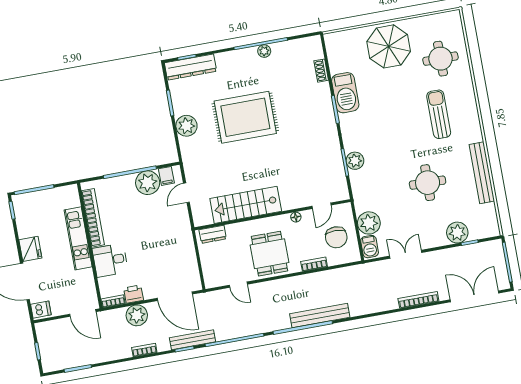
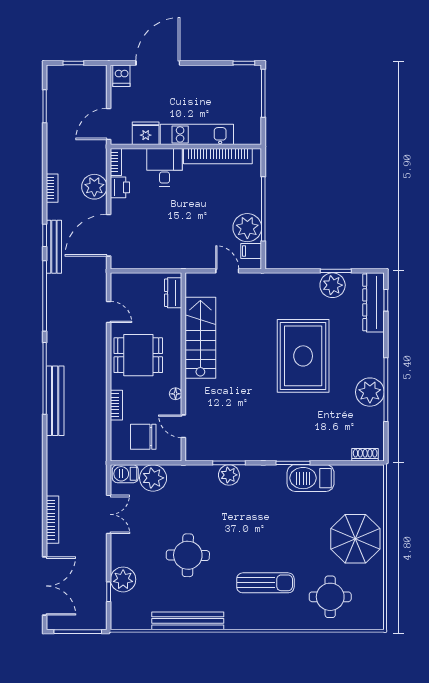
plant: (264, 51) -> (370, 392), width x1.87, depth x1.87
shoe rack: (321, 71) -> (365, 455), moved
plant: (186, 126) -> (333, 285), moved
fridge: (30, 249) -> (146, 133), moved, turned 180
door: (238, 285) -> (109, 312), swing flipped

